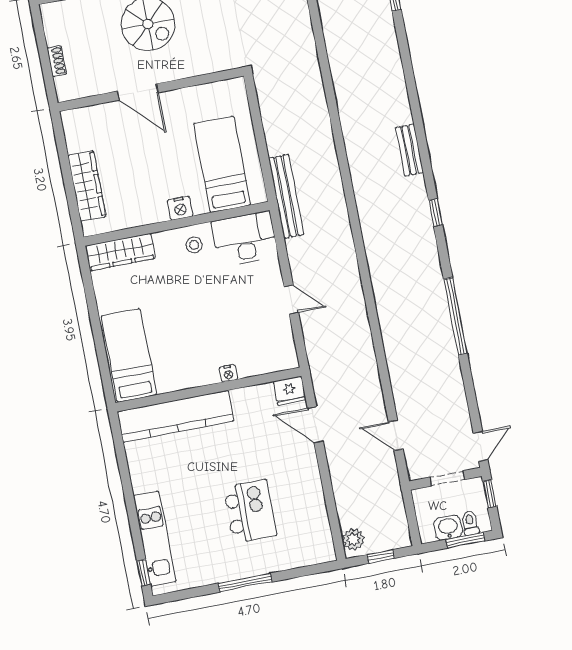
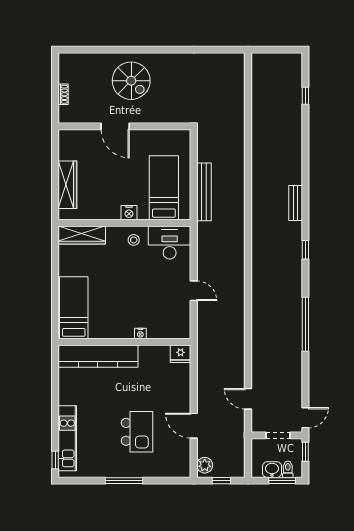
bench: (286, 196) -> (204, 192), moved
door: (315, 425) -> (194, 426), moved

